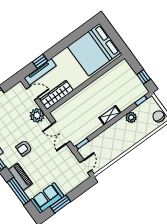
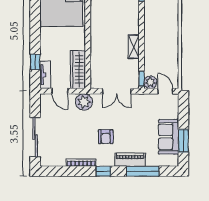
tv unit: (40, 72) -> (45, 75), width x0.71
door: (32, 93) -> (60, 91), swing flipped
shelving: (110, 115) -> (134, 47), moved
plant: (131, 117) -> (150, 82), moved
sofa: (47, 198) -> (169, 137), moved

